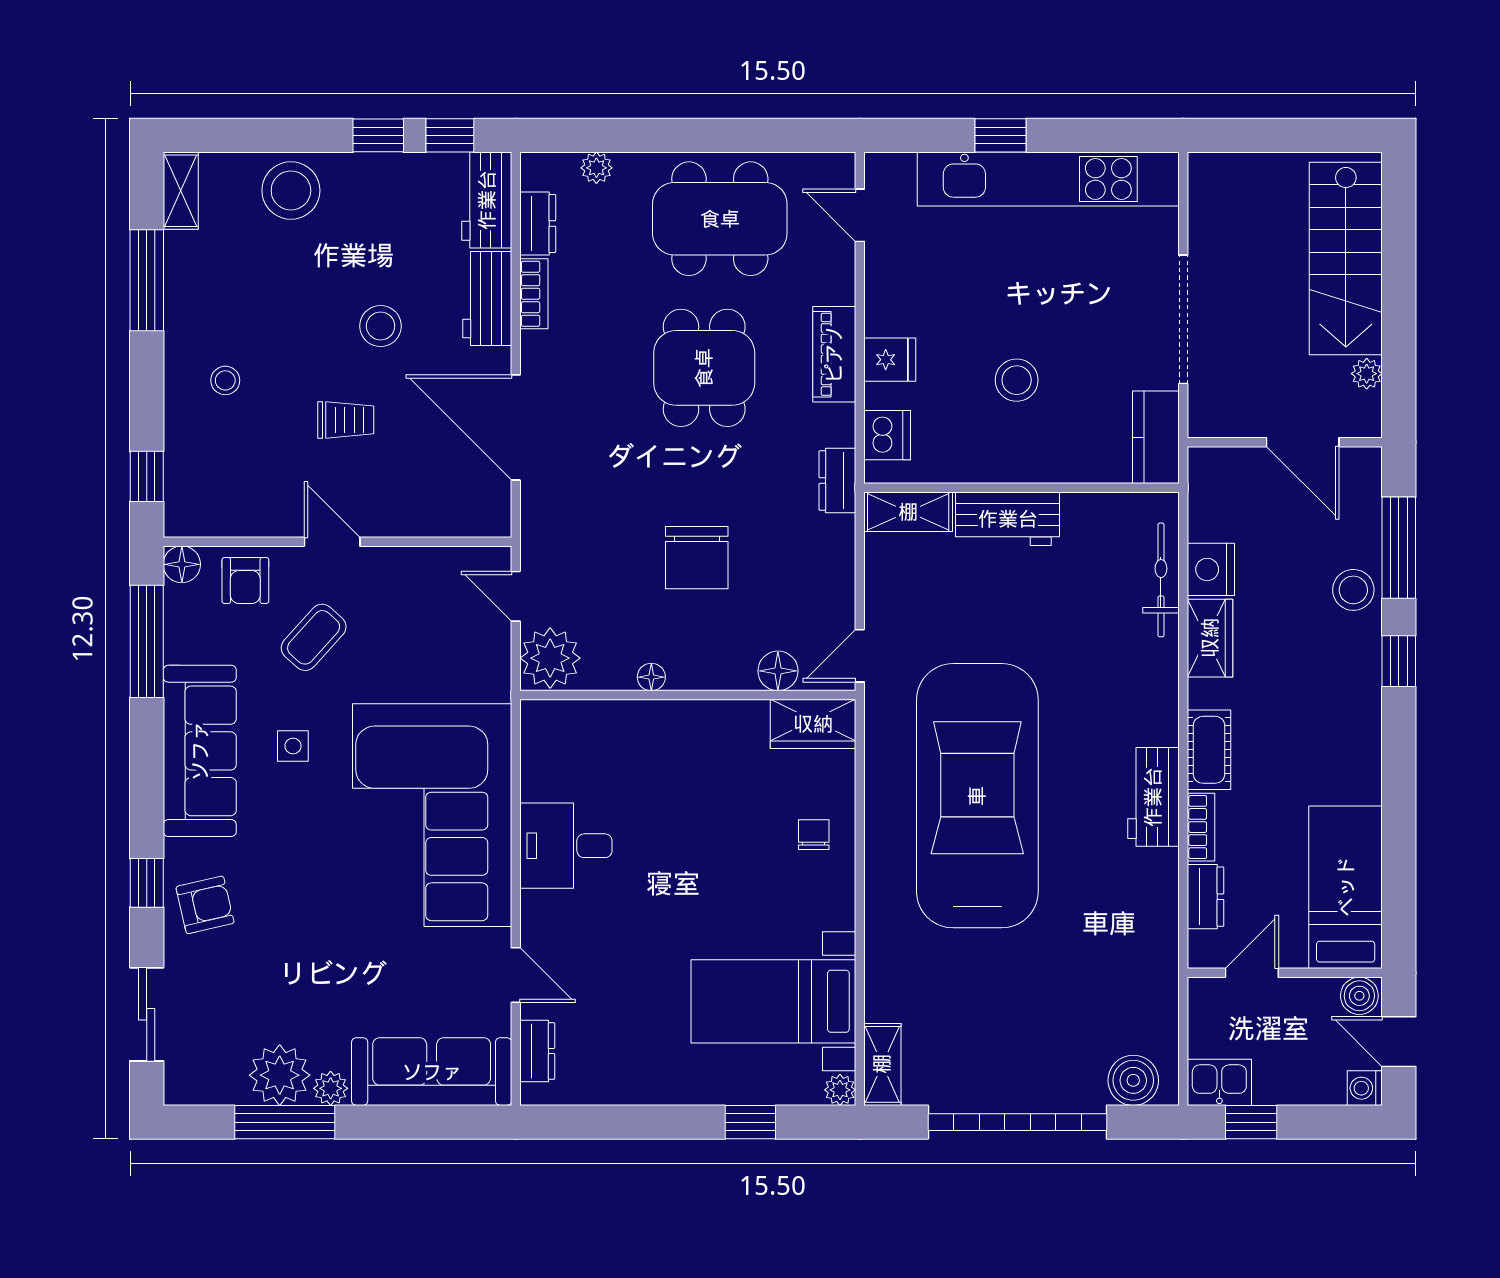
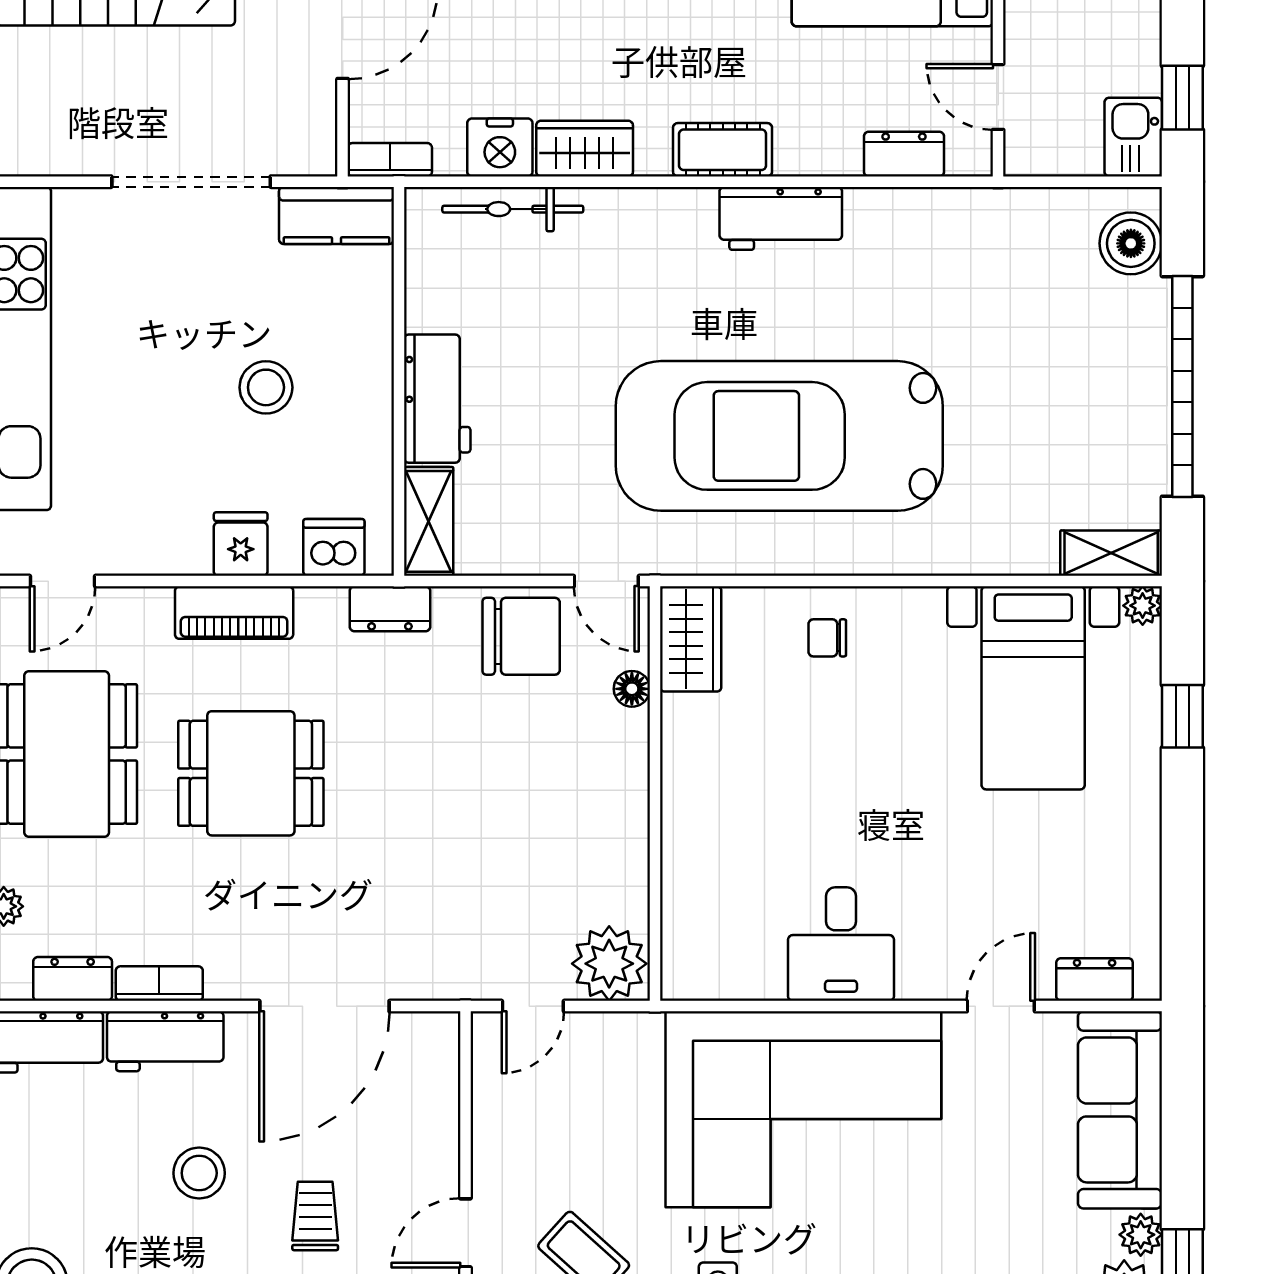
chair: (697, 558) -> (521, 636), moved
floor lamp: (778, 671) -> (632, 689), width x0.73, depth x0.73
floor lamp: (651, 677) -> (633, 839), removed
bookcase: (1201, 827) -> (390, 160), moved

